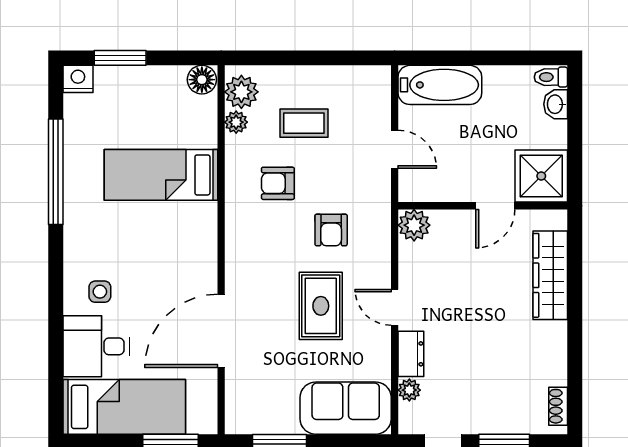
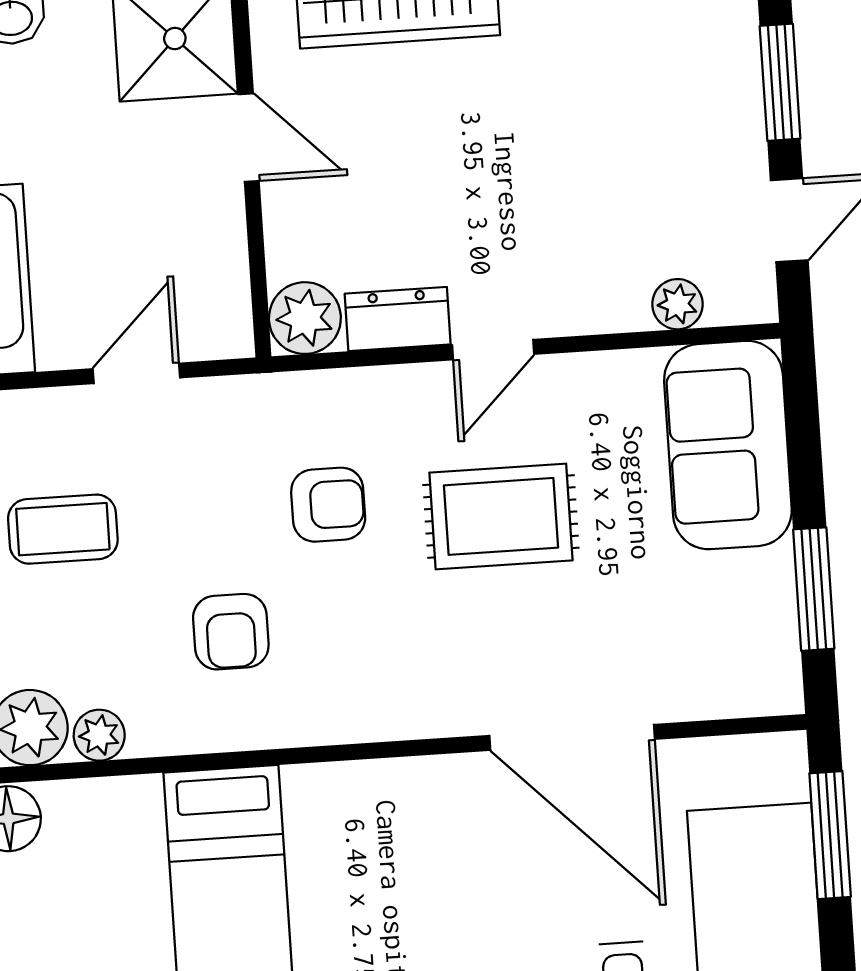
coffee table: (304, 123) -> (63, 529), moved, turned 90
dresser: (411, 354) -> (398, 319), moved

